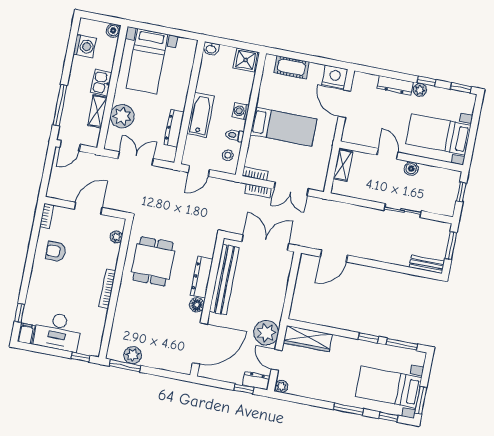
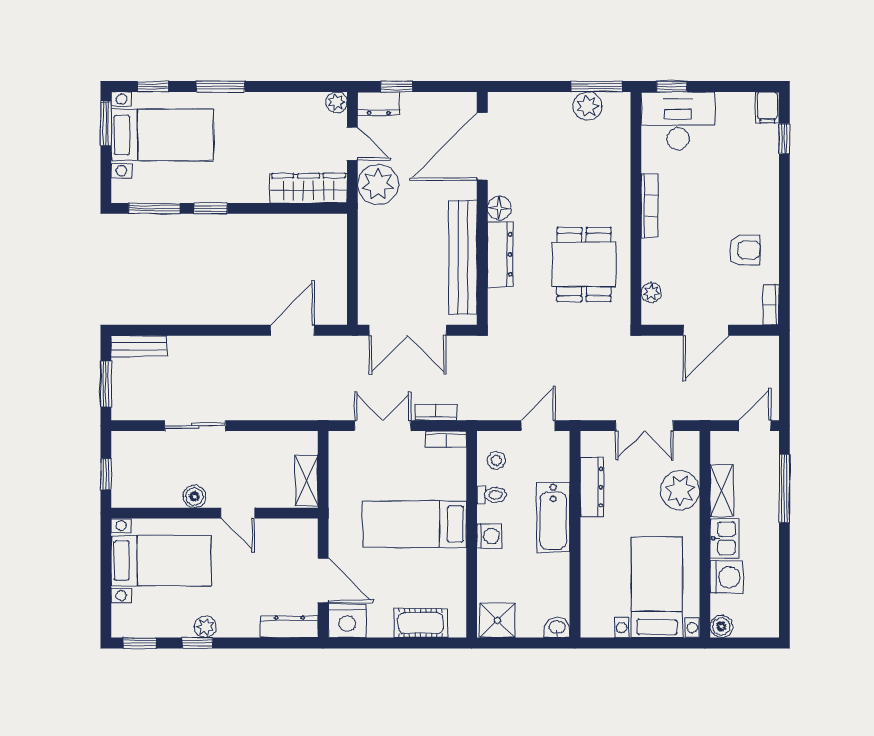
washing machine: (85, 46) -> (727, 577), moved, turned 180
dresser: (395, 85) -> (289, 627), moved
desk: (58, 332) -> (678, 121), moved

